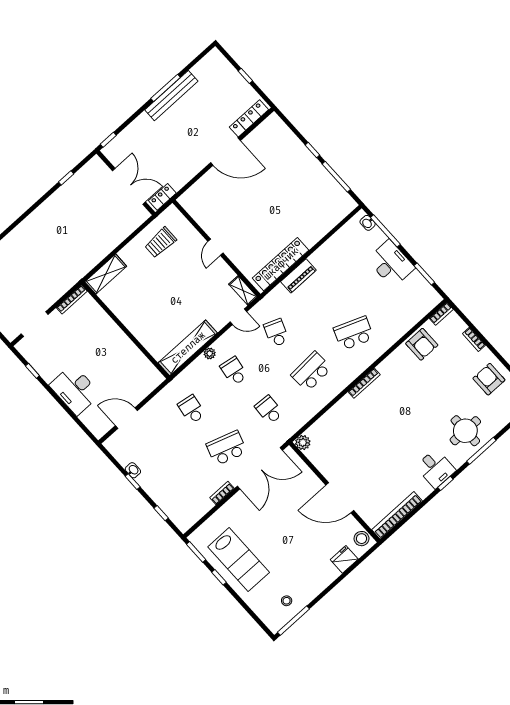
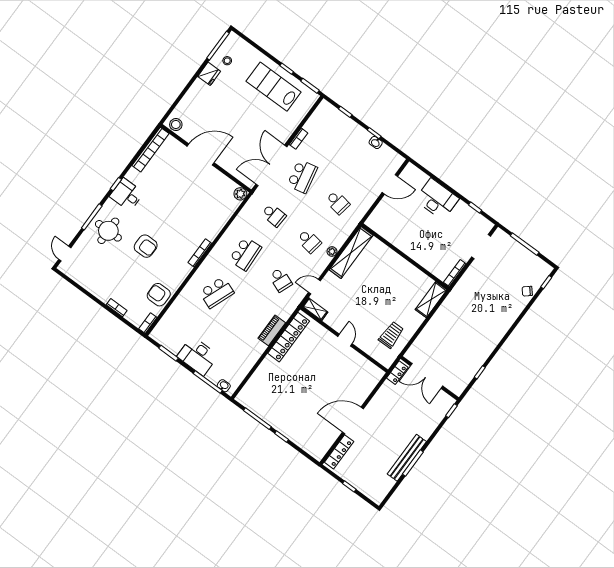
armchair: (489, 379) -> (146, 246), moved
school desk: (227, 448) -> (302, 176), turned -30
fridge: (344, 559) -> (209, 74), moved

